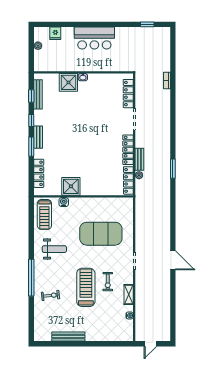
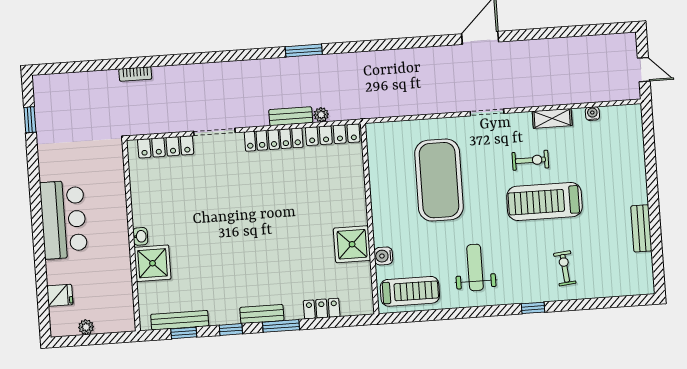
locker: (39, 173) -> (322, 309), width x0.66
window: (31, 278) -> (533, 308), width x0.32
bench: (68, 337) -> (641, 228), width x0.73

